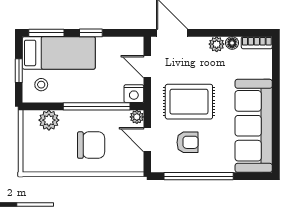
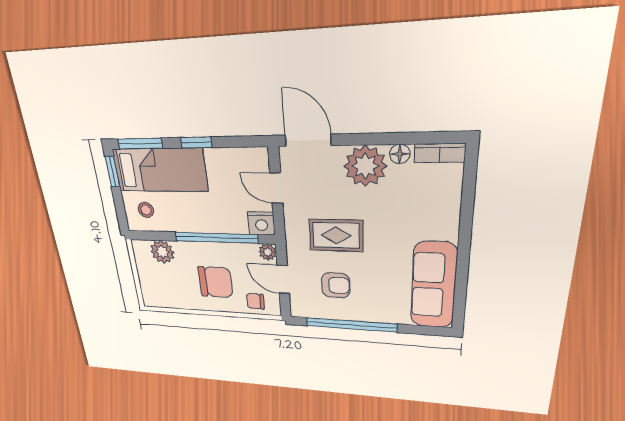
plant: (217, 44) -> (365, 166), width x1.87, depth x1.87
window: (19, 71) -> (112, 172), moved
rug: (189, 102) -> (336, 235), width x0.73, depth x0.70
sofa: (254, 126) -> (434, 285), width x0.74, depth x0.79
chair: (123, 160) -> (255, 301), added

